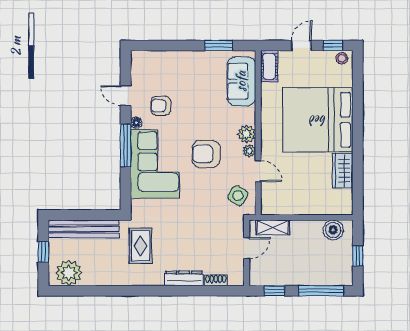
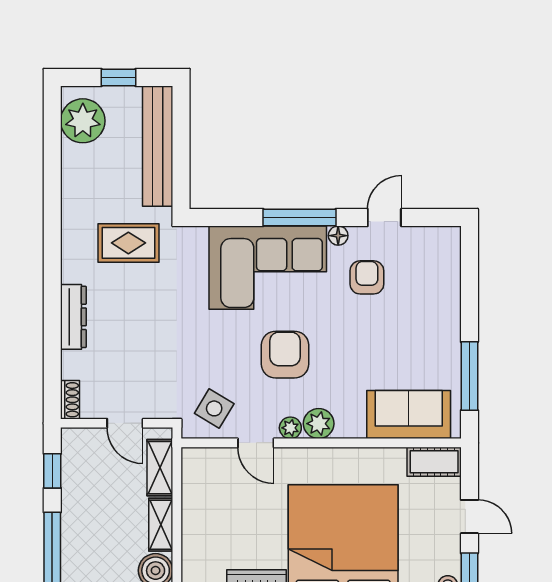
window: (219, 46) -> (469, 376), width x1.44
door: (258, 171) -> (256, 443), hinge flipped
shelving: (306, 227) -> (161, 525), added
shoe rack: (216, 280) -> (70, 400), moved

